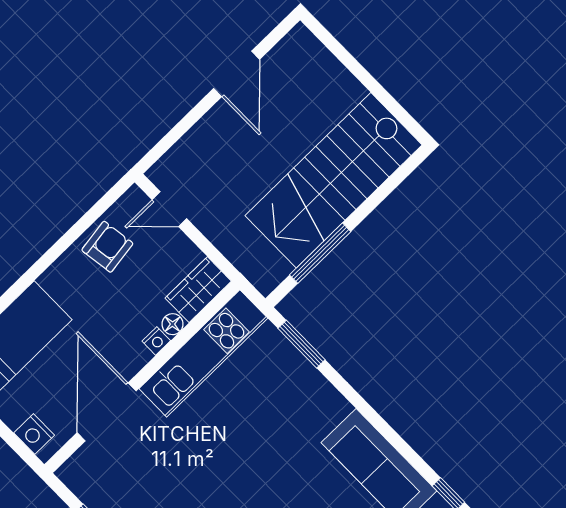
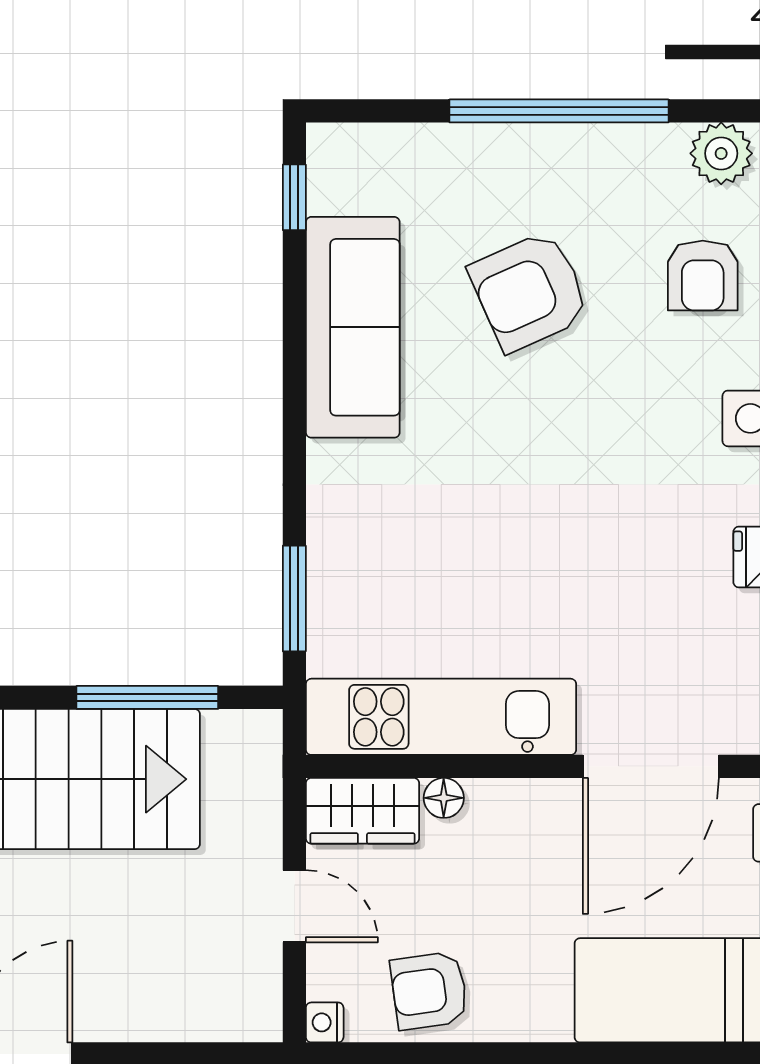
door: (169, 209) -> (294, 906), moved
nightstand: (156, 341) -> (325, 1022), moved, turned -90

